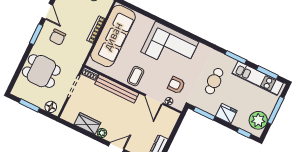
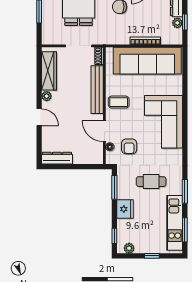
armchair: (176, 85) -> (129, 146), turned 180
door: (154, 99) -> (104, 131), hinge flipped
floor lamp: (51, 107) -> (48, 33), removed
window: (276, 110) -> (152, 256), width x0.46
plant: (258, 120) -> (129, 248), width x0.53, depth x0.53
wardrobe: (87, 124) -> (49, 71), width x1.50

